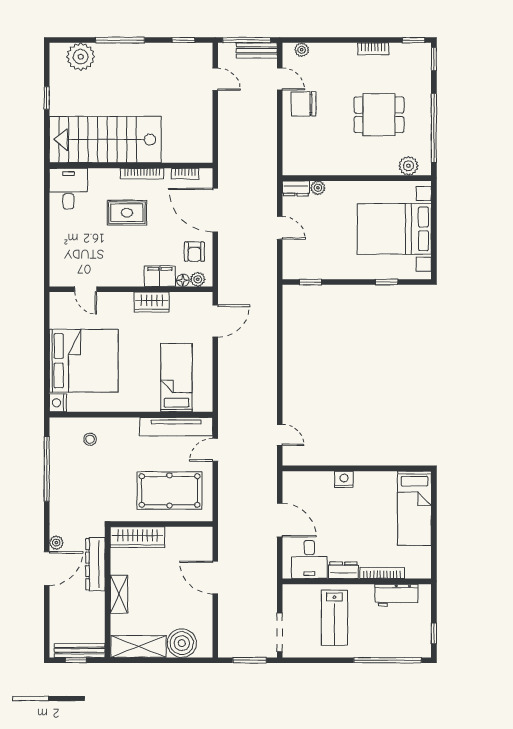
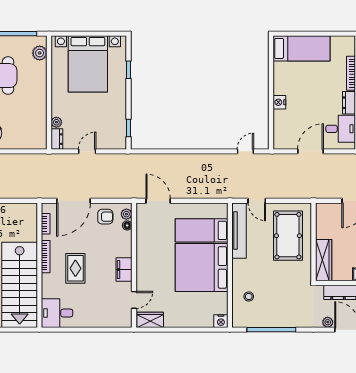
filing cabinet: (160, 276) -> (124, 270), moved
wardrobe: (152, 302) -> (150, 320), moved, turned -90
bed: (84, 361) -> (202, 267), moved, turned -90

